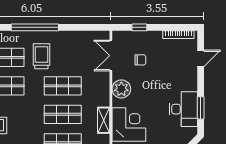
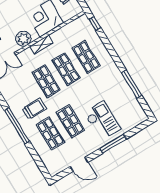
trolley: (41, 56) -> (34, 109), turned 180
shelving: (104, 120) -> (41, 45), moved

